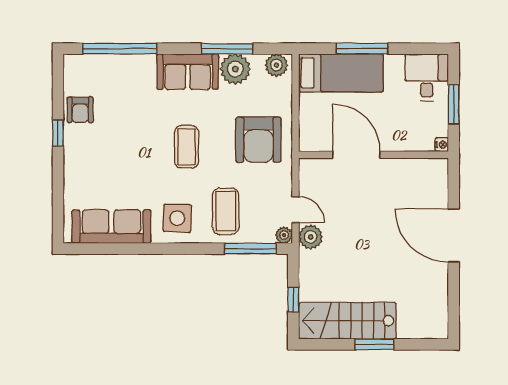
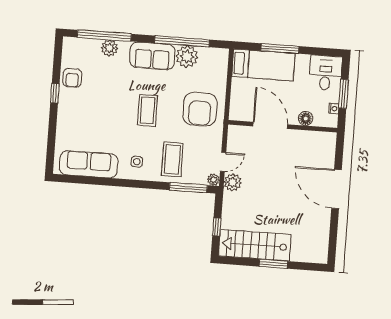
window: (227, 49) -> (182, 41), width x1.46
plant: (276, 65) -> (109, 48), moved
floor lamp: (404, 142) -> (306, 119), added
nightstand: (442, 145) -> (334, 109), moved
door: (295, 210) -> (223, 162), hinge flipped
side table: (177, 218) -> (137, 162), width x0.54, depth x0.54

